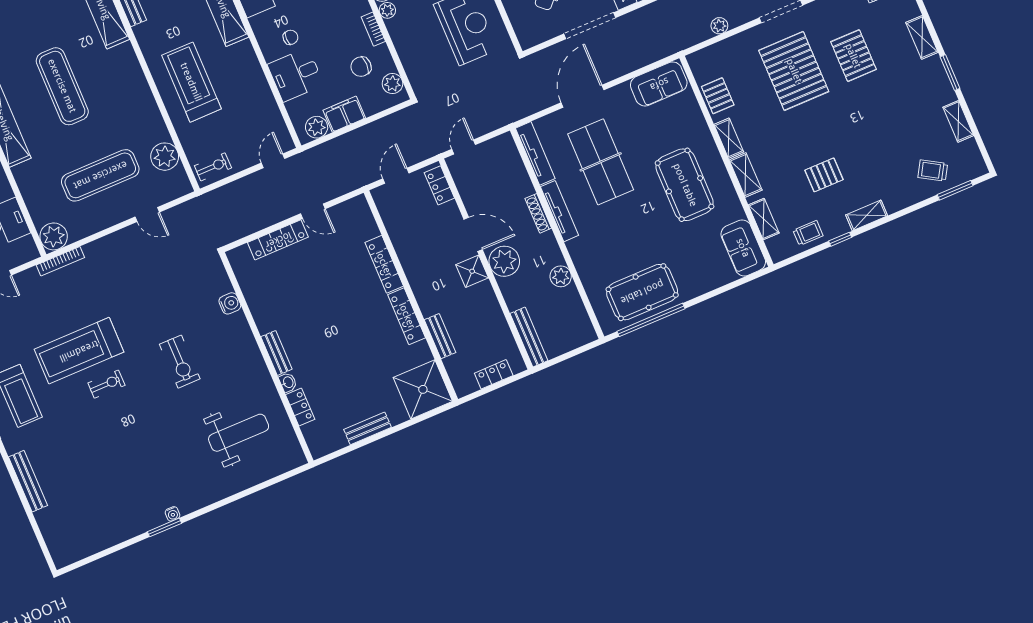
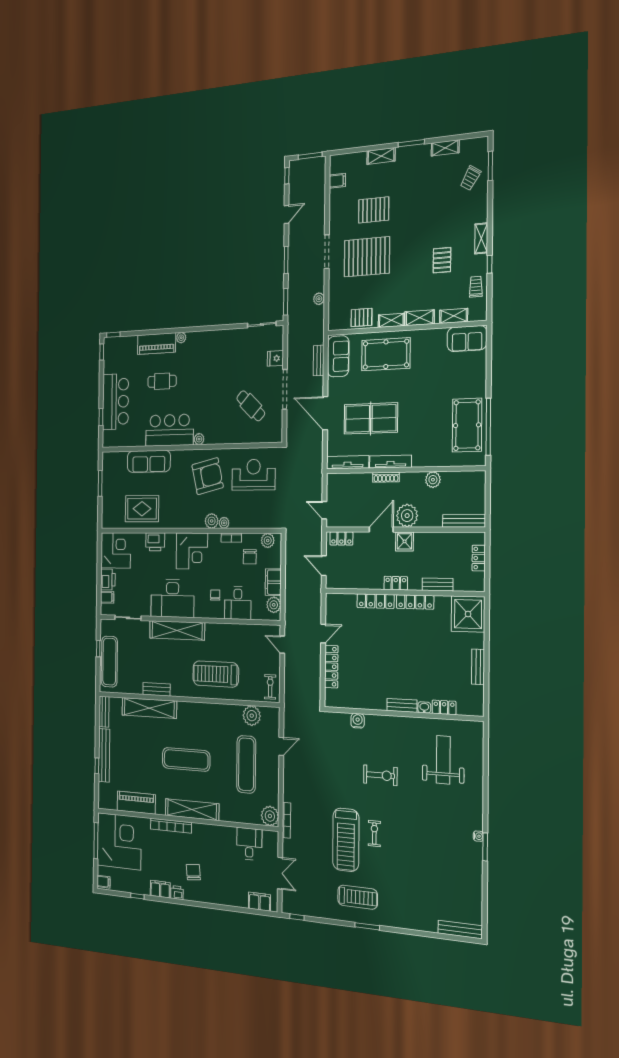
bench: (644, 59) -> (319, 360), added
pool table: (685, 185) -> (386, 354), moved
locker: (418, 282) -> (396, 583), added
bench: (28, 481) -> (460, 930), moved

